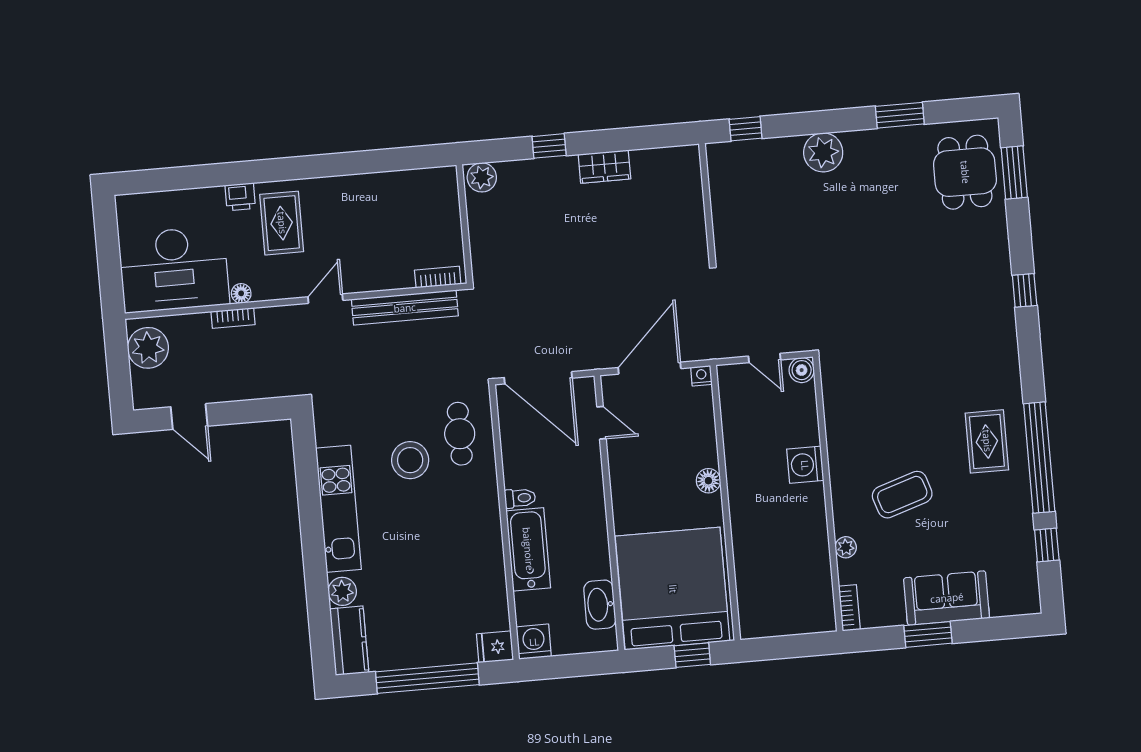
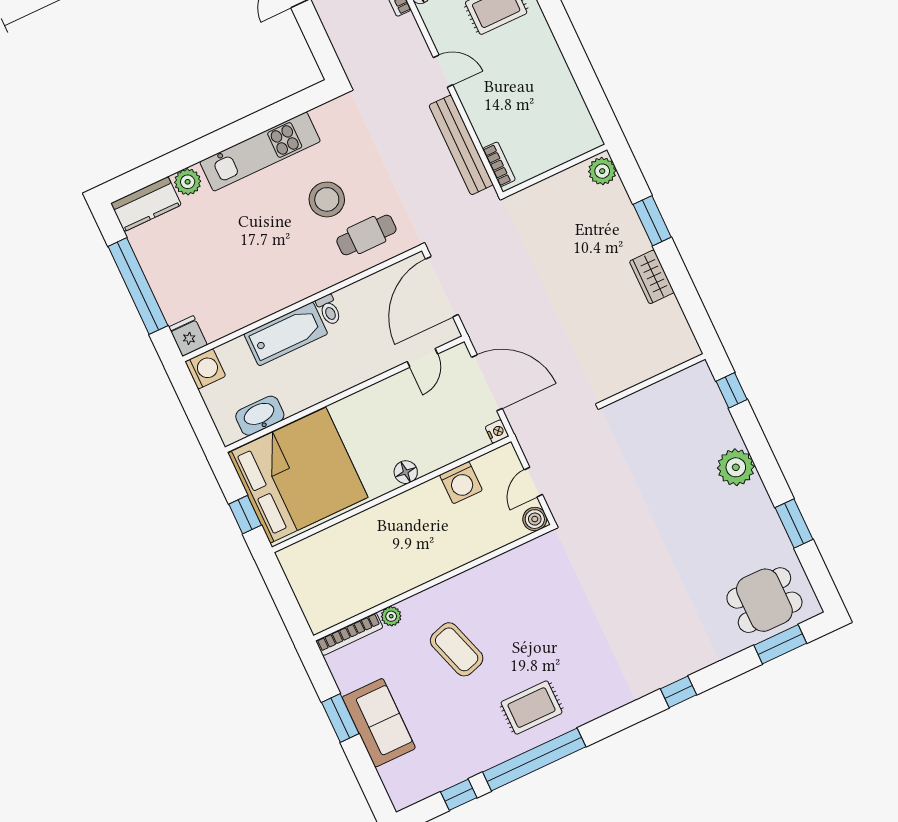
window: (549, 146) -> (652, 221), width x1.50
washing machine: (805, 465) -> (461, 483), moved, turned 180
bookcase: (849, 608) -> (349, 634), width x1.56

